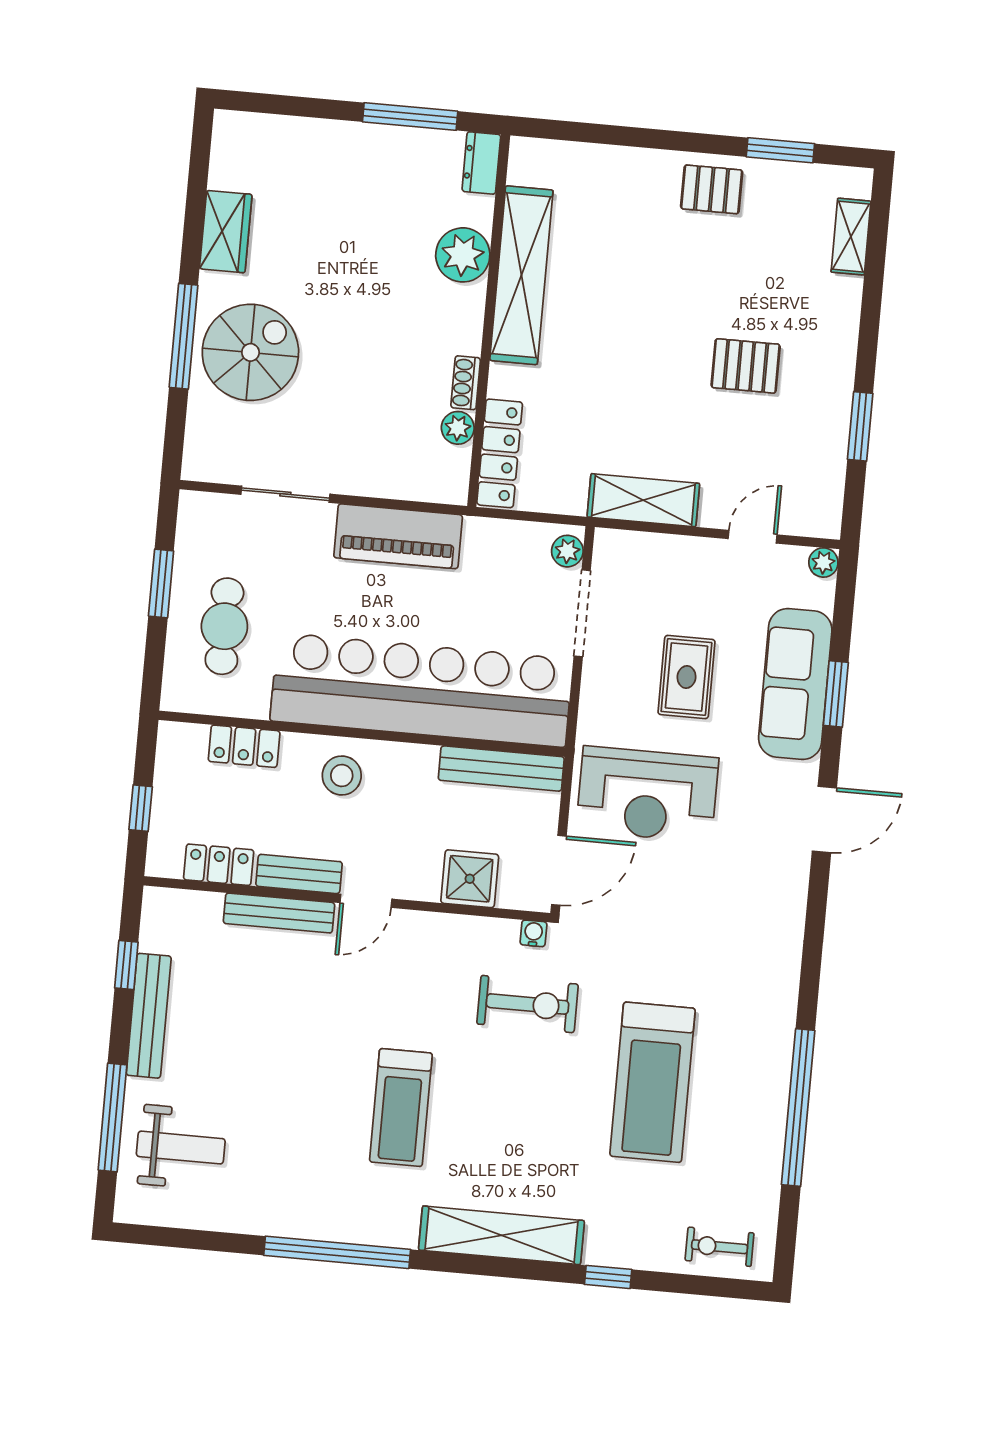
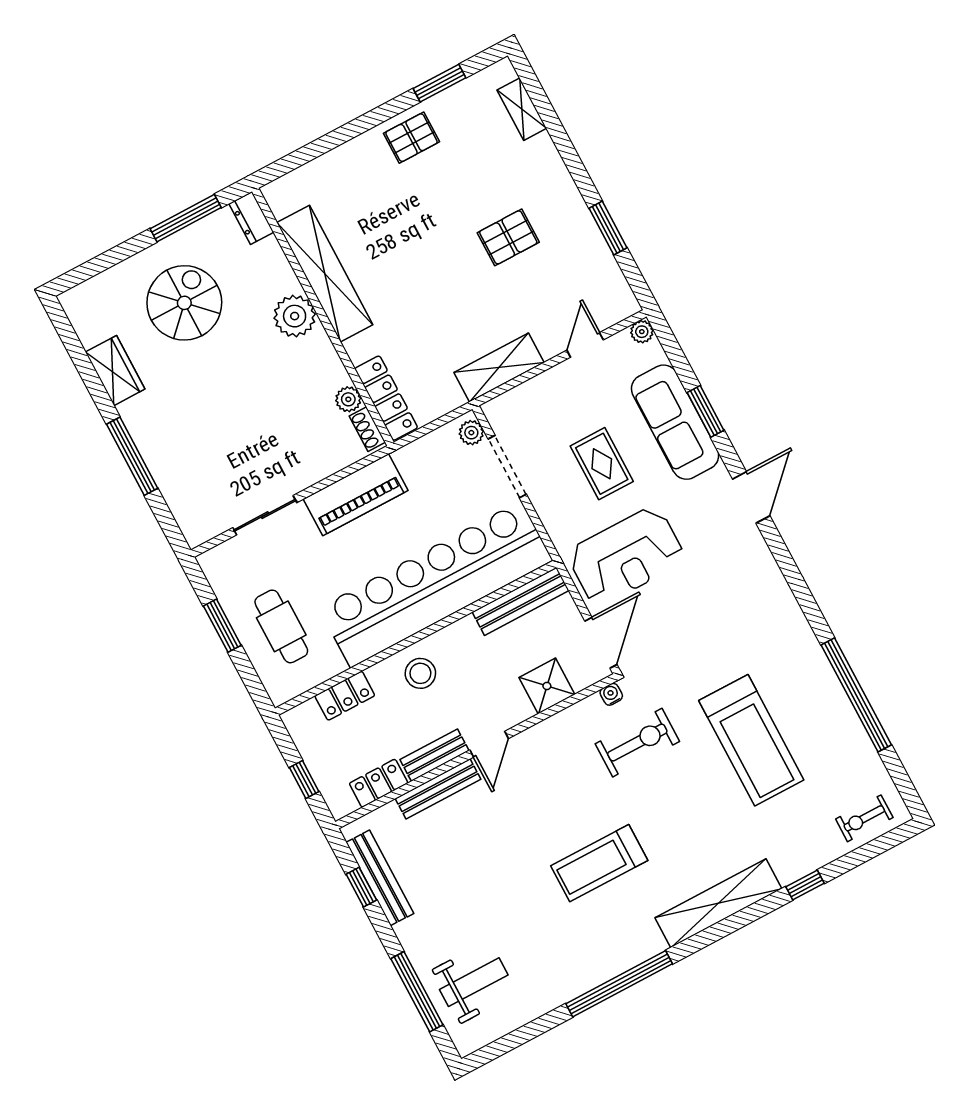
plant: (463, 255) -> (295, 316), moved
spiral stairs: (250, 352) -> (184, 303), moved
shoe rack: (466, 383) -> (367, 429), moved
bench: (149, 1016) -> (380, 878), moved
treadmill: (401, 1108) -> (599, 863), turned 90

